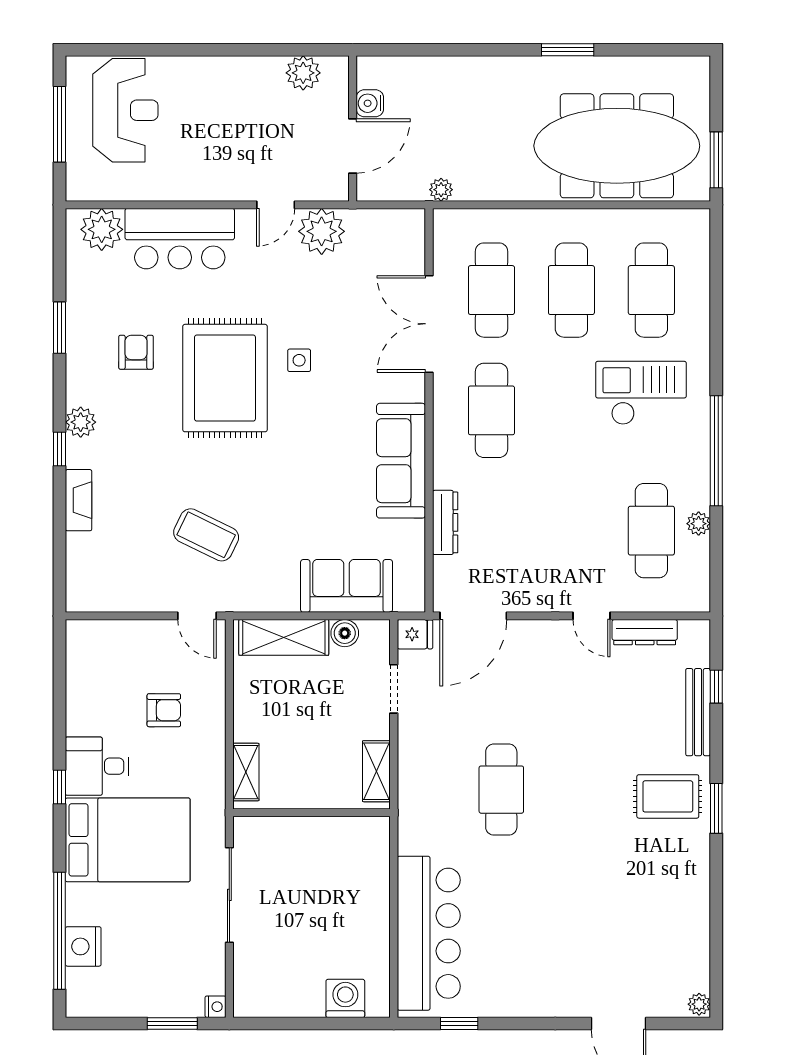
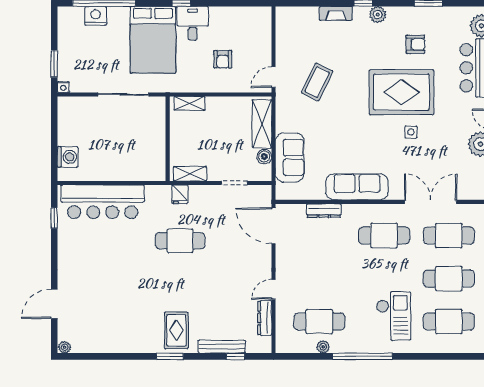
fridge: (415, 634) -> (180, 194), moved

